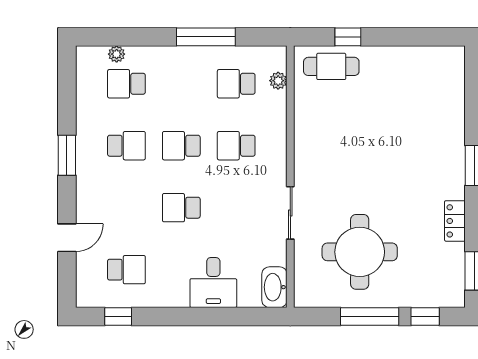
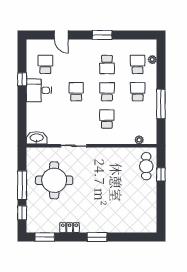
school desk: (236, 84) -> (138, 92), moved
school desk: (126, 270) -> (45, 65), turned 180
desk: (213, 283) -> (39, 90), moved
window: (118, 316) -> (22, 79), moved

